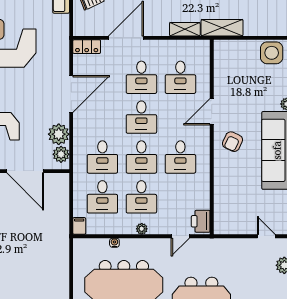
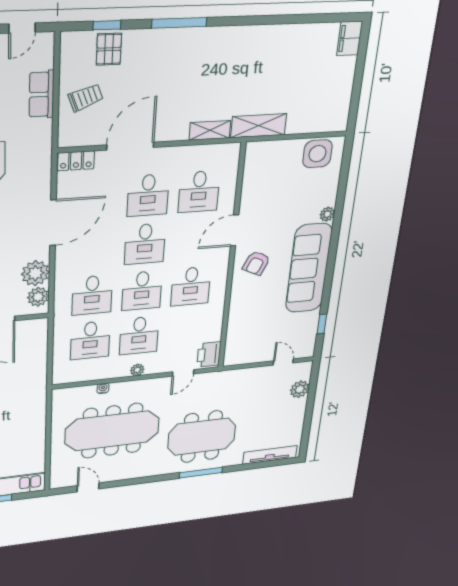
filing cabinet: (79, 226) -> (60, 375), removed

